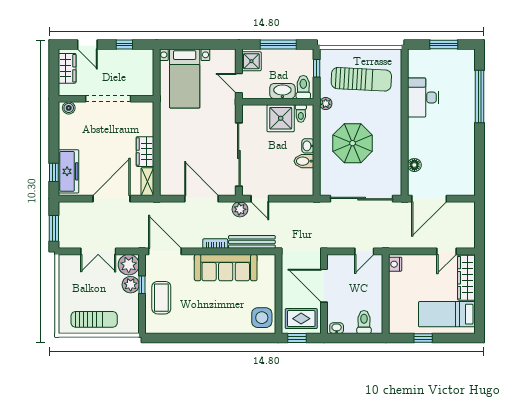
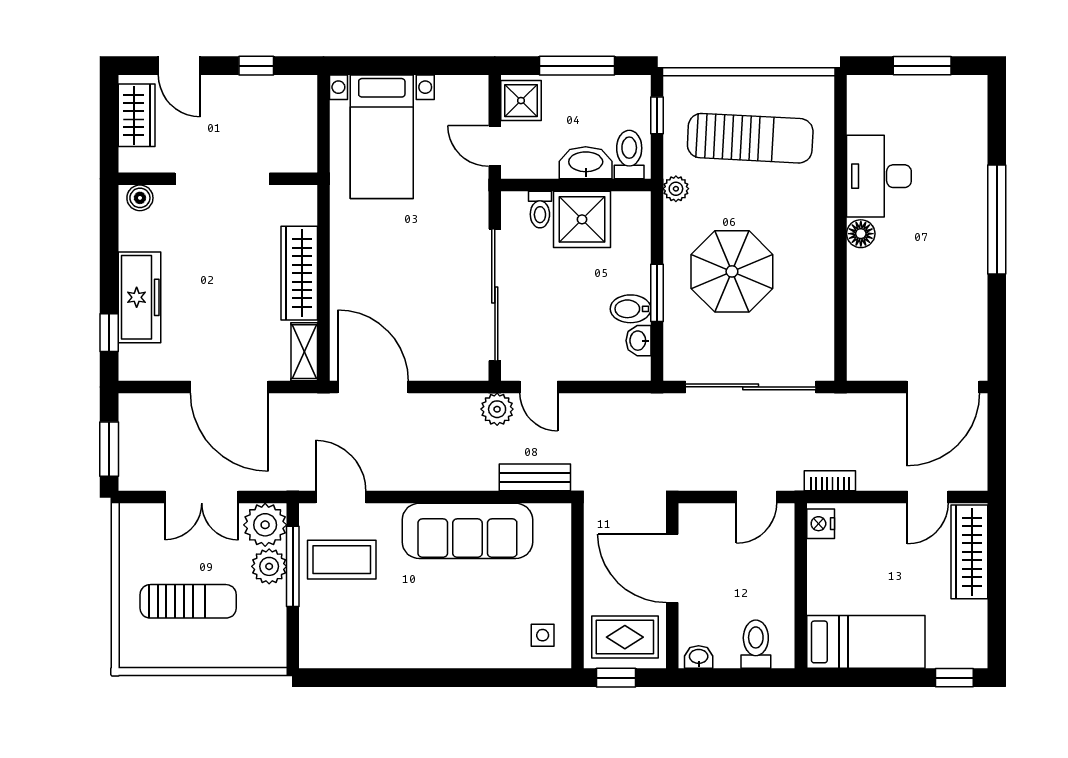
window: (480, 97) -> (997, 220), moved
toilet: (301, 113) -> (540, 210), moved
washbasin: (308, 146) -> (639, 341), moved
wardrobe: (145, 152) -> (299, 273), width x1.50
window: (317, 153) -> (657, 293), added
floor lamp: (414, 165) -> (861, 234), moved
freezer: (68, 171) -> (139, 297), moved
door: (112, 199) -> (229, 387), swing flipped
door: (201, 199) -> (373, 387), moved
door: (429, 199) -> (943, 387), moved
bench: (252, 242) -> (535, 477), width x0.73
bookcase: (215, 244) -> (830, 481), moved
door: (165, 251) -> (341, 497), width x0.73
window: (142, 285) -> (293, 566), width x2.17
coffee table: (161, 298) -> (342, 560), moved, turned 90
bed: (447, 314) -> (866, 642), moved, turned 180
side table: (262, 318) -> (543, 635), width x0.54, depth x0.54
sun lounger: (94, 319) -> (188, 601), moved
window: (423, 338) -> (954, 678), moved

